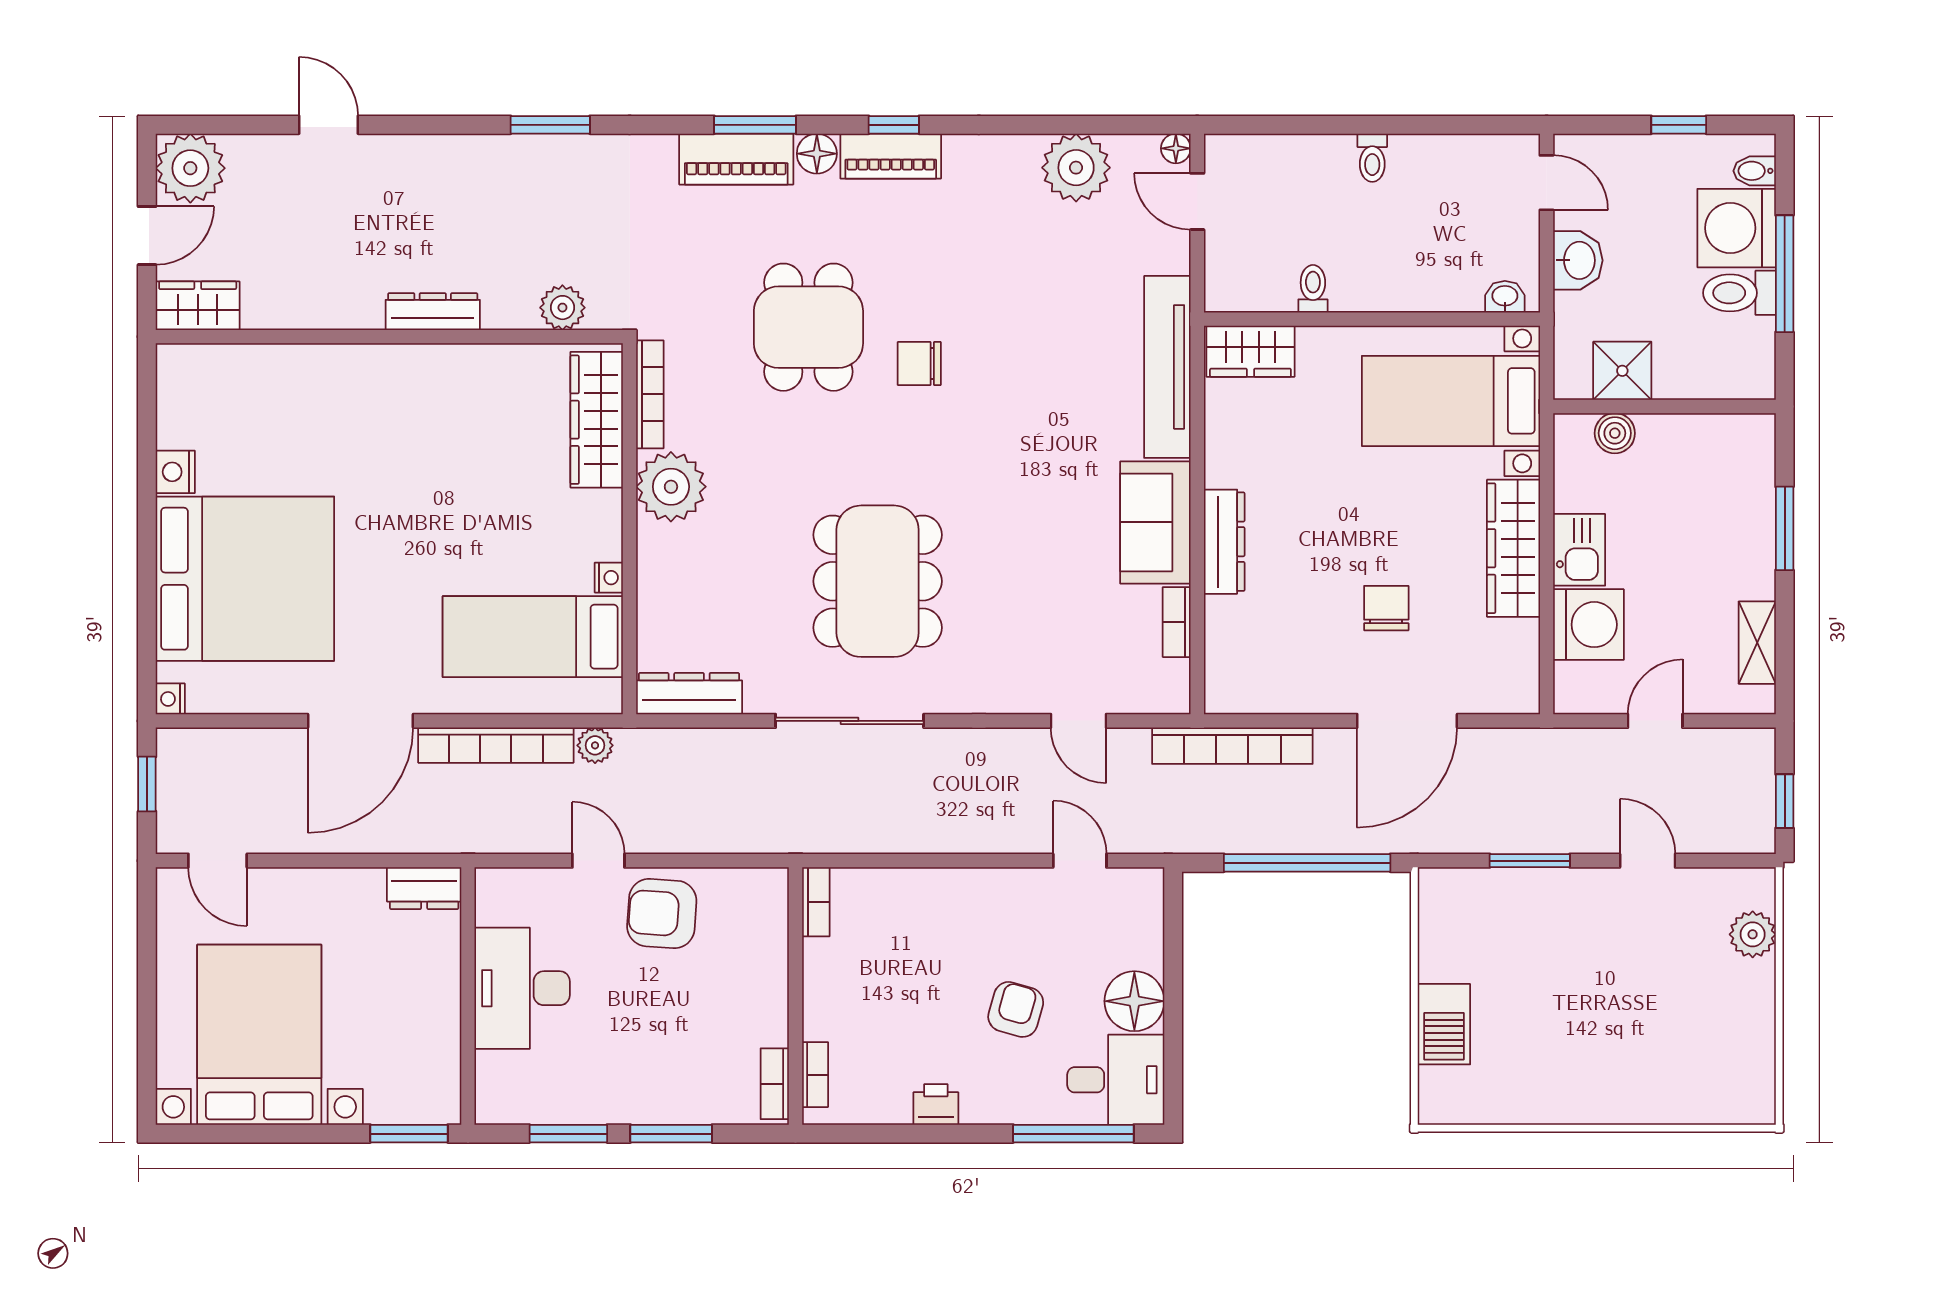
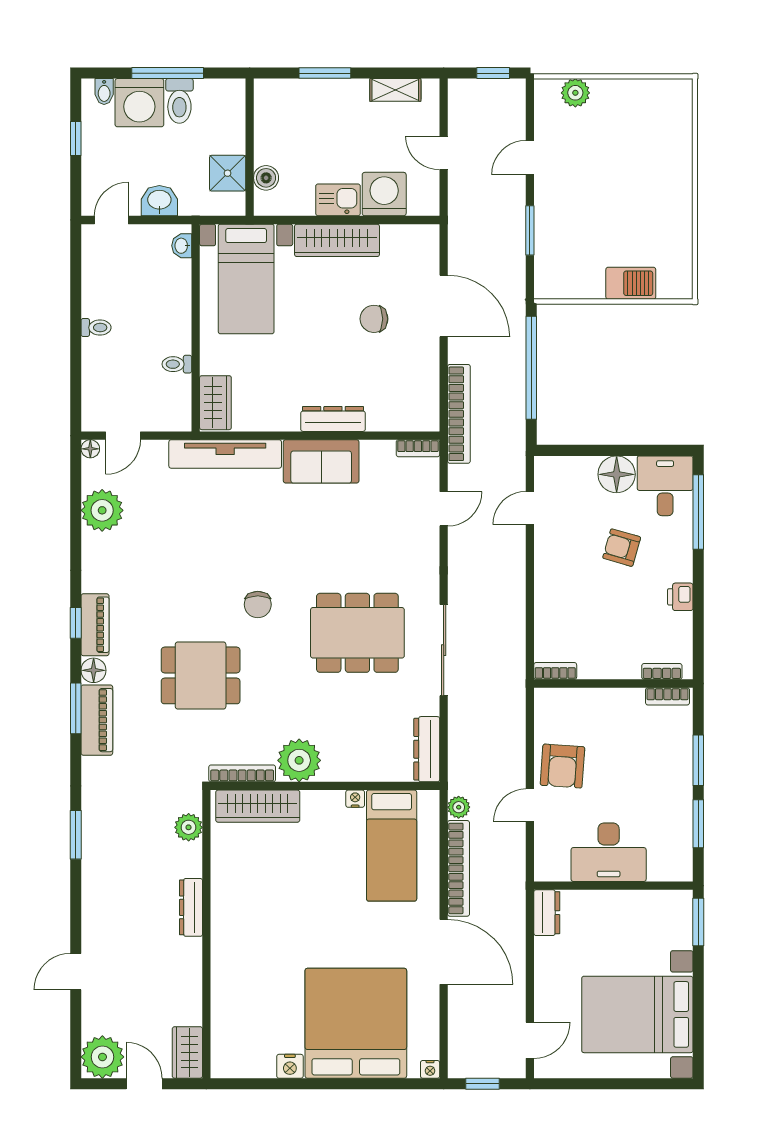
chair: (919, 363) -> (258, 605), moved
bookcase: (1177, 622) -> (418, 448), moved

